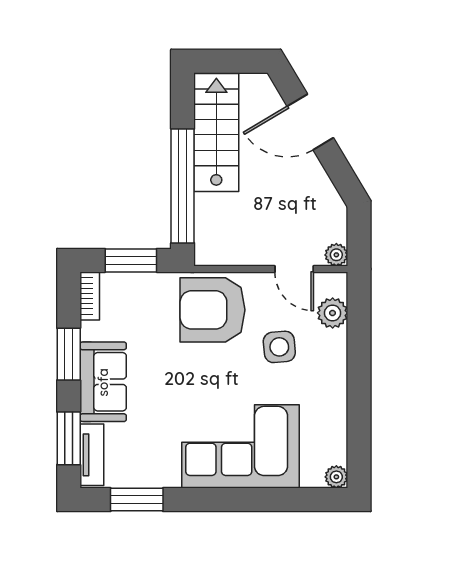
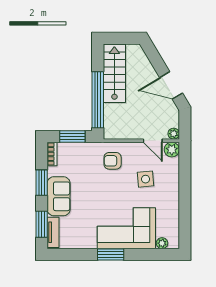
door: (310, 122) -> (171, 85), moved
armchair: (213, 310) -> (113, 161), width x0.53, depth x0.53
plant: (333, 313) -> (172, 150), moved
plant: (336, 477) -> (162, 243), moved
window: (137, 500) -> (111, 254), moved

